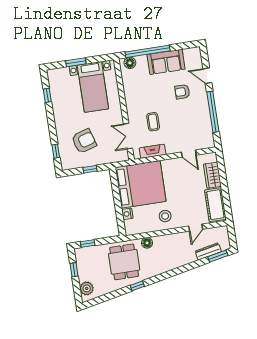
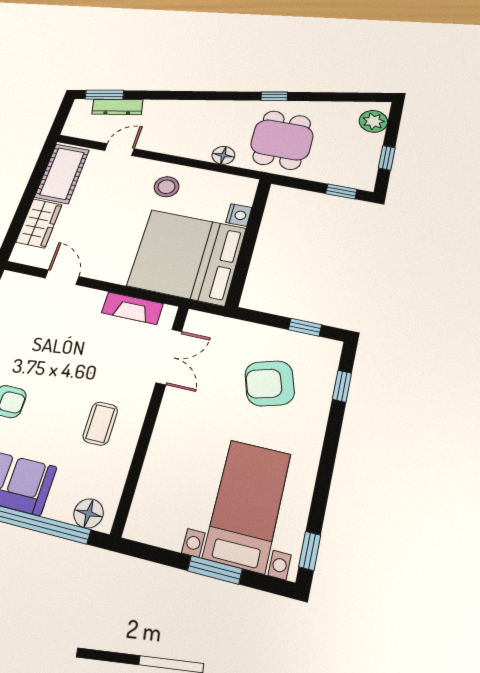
bed with nightstands: (93, 87) -> (247, 505), moved
window: (47, 95) -> (310, 551), moved
coffee table: (153, 122) -> (100, 423), moved
window: (90, 169) -> (305, 327), moved

